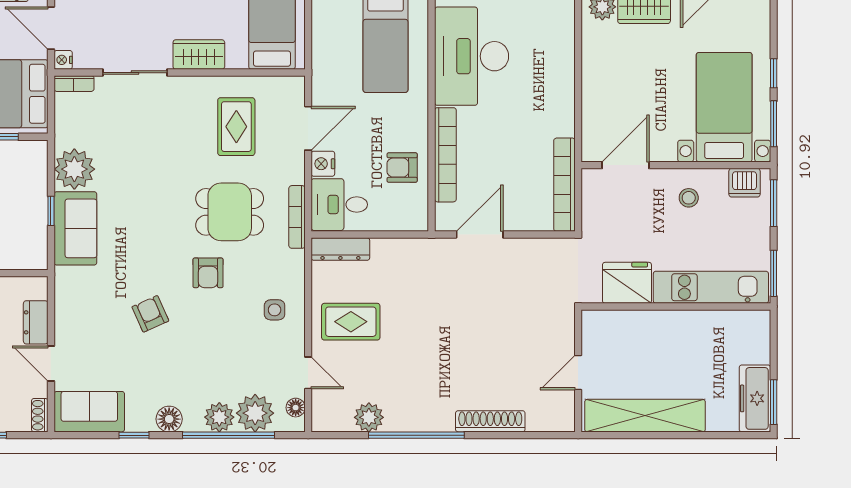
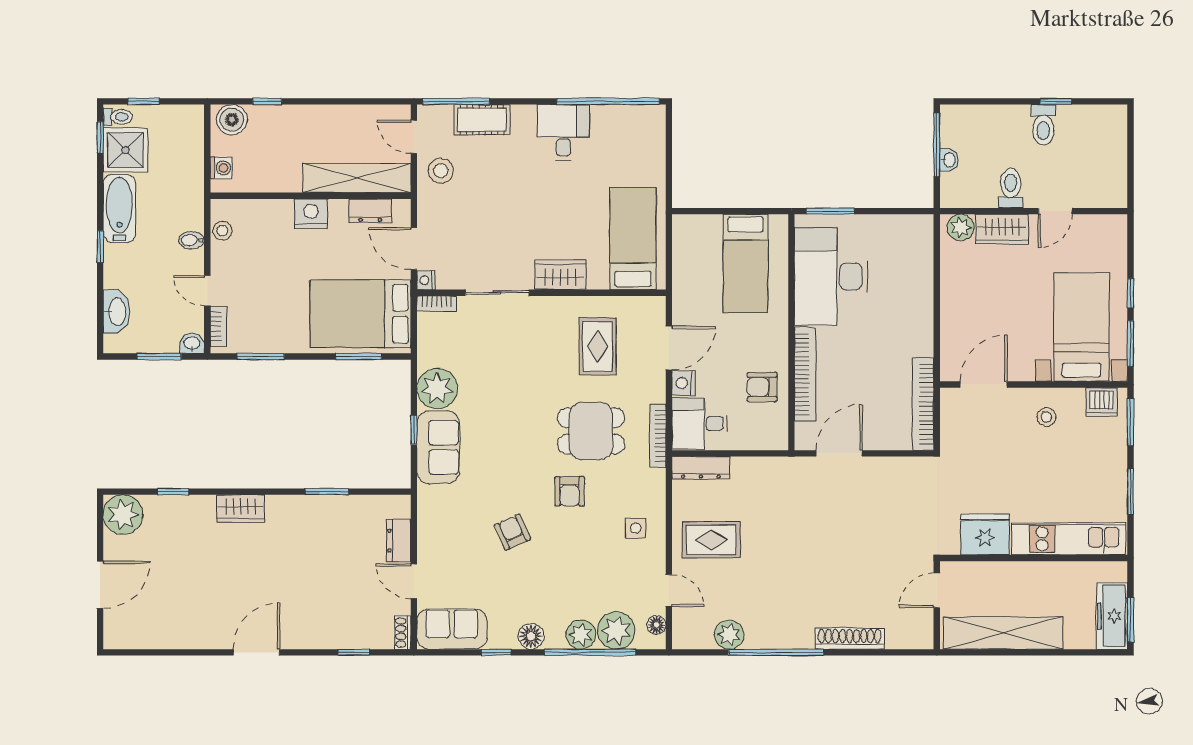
fridge: (627, 283) -> (985, 534), moved
kitchen unit: (711, 287) -> (1068, 539), moved
wall: (676, 307) -> (1034, 558), moved

